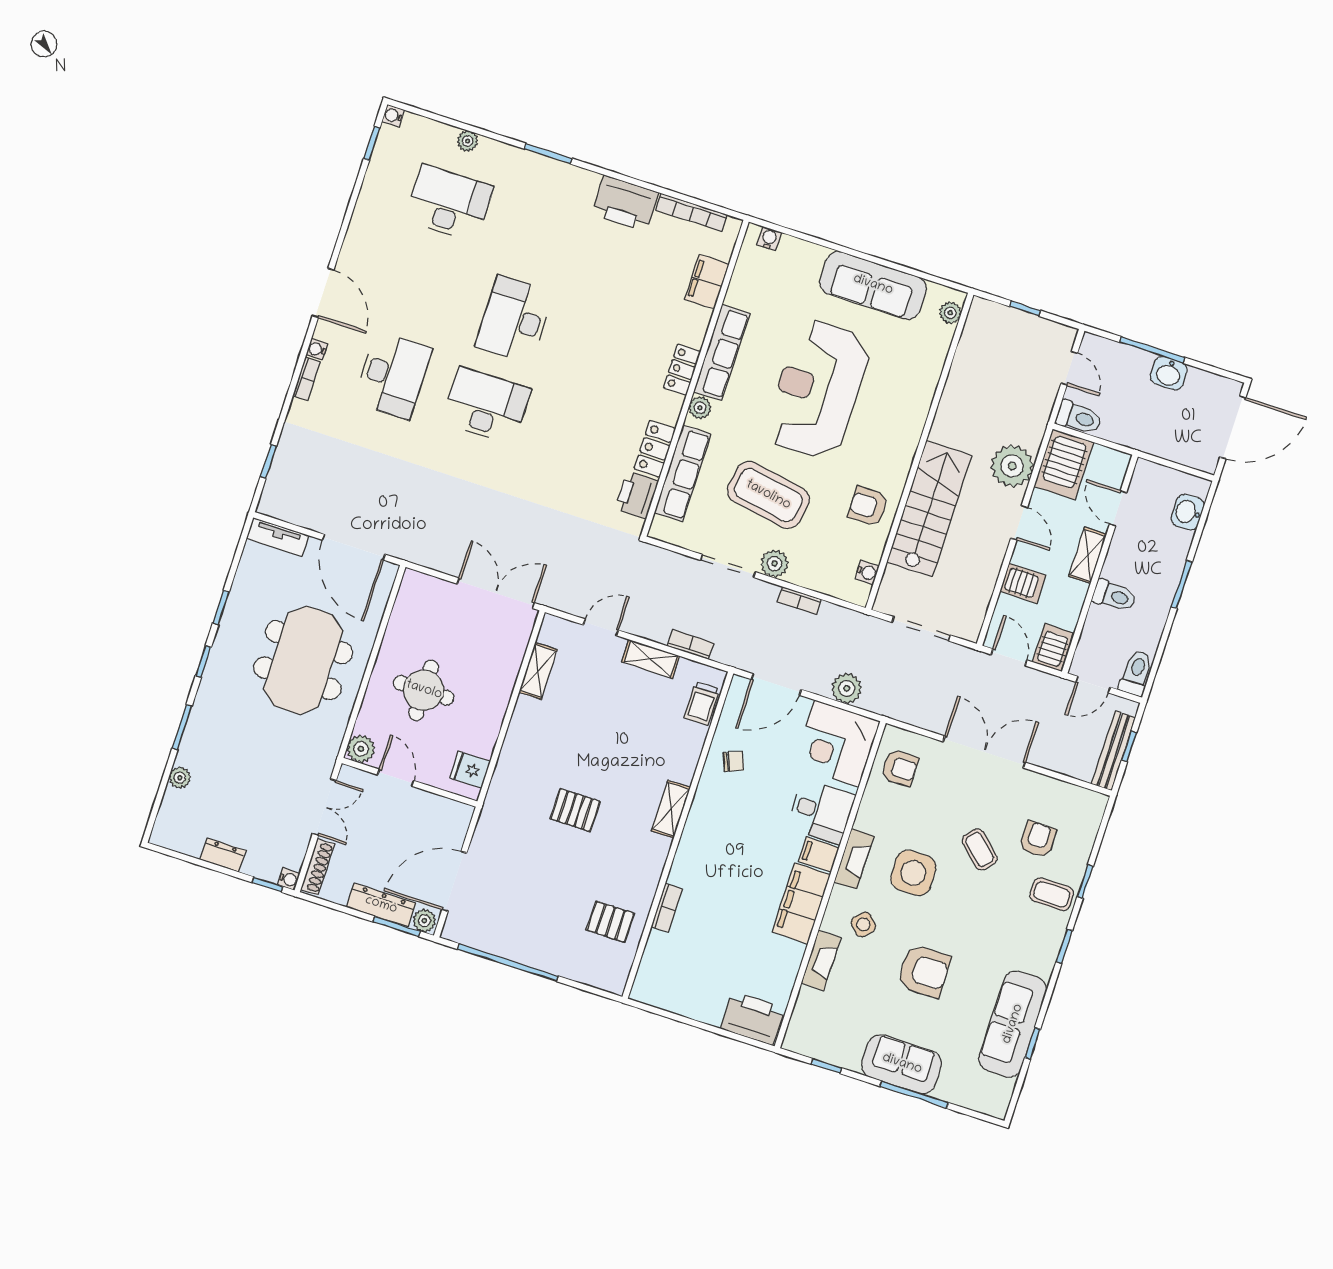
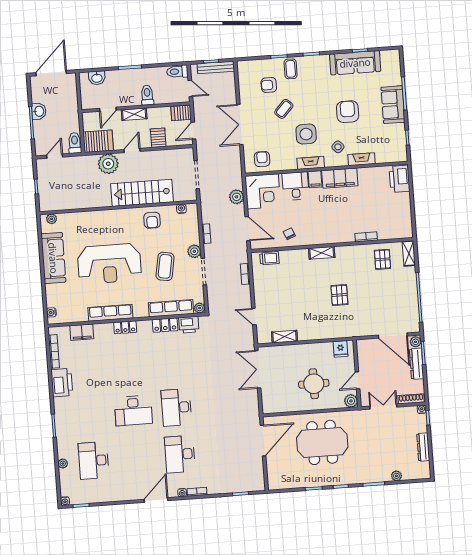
desk: (393, 375) -> (180, 454), turned -90
plant: (700, 408) -> (200, 308), moved
door: (1233, 427) -> (51, 73), hinge flipped
coffee table: (768, 495) -> (165, 266), width x0.73, depth x0.76
tv unit: (277, 537) -> (272, 476), removed
shelving: (651, 659) -> (409, 253), moved
dresser: (223, 855) -> (423, 447), width x1.44

